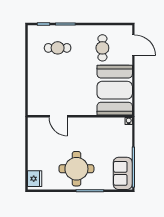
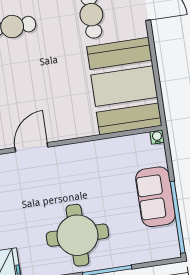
door: (58, 116) -> (31, 147), swing flipped
sofa: (123, 173) -> (155, 197), moved

